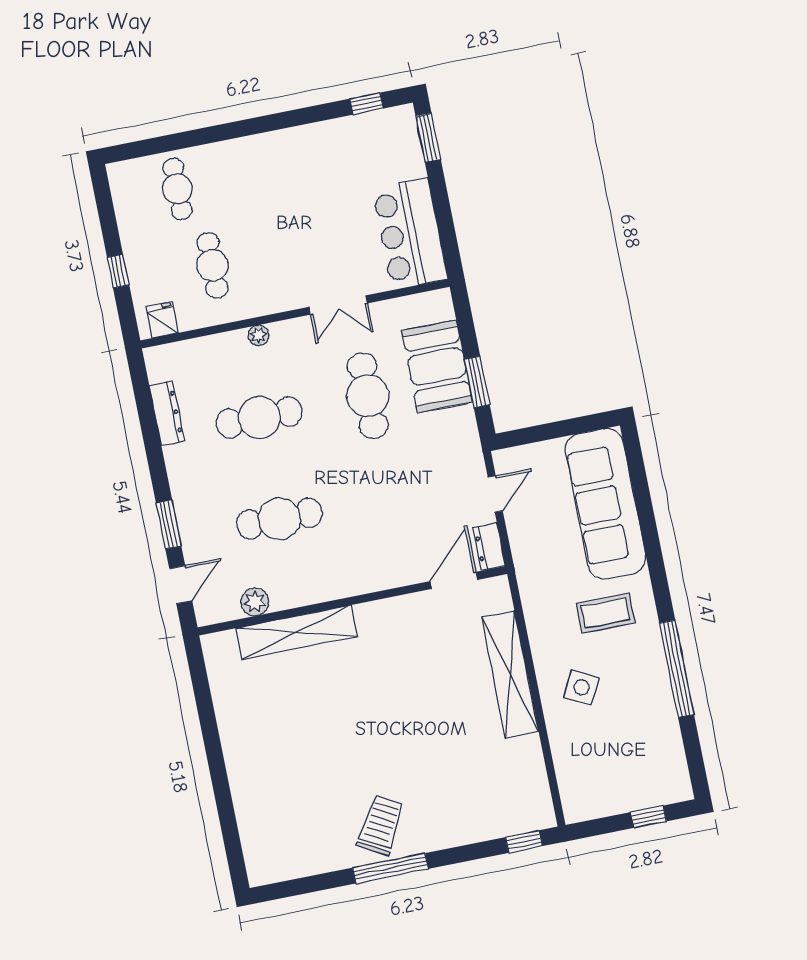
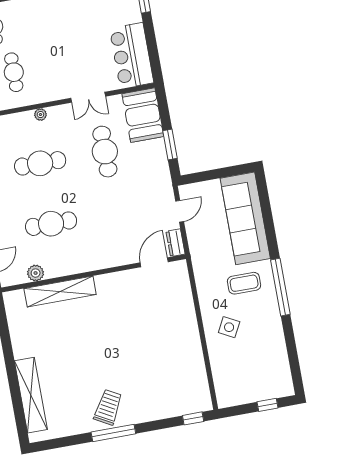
booth: (437, 366) -> (143, 115), moved
window: (677, 669) -> (280, 287), moved
shelving: (510, 674) -> (31, 395), moved

